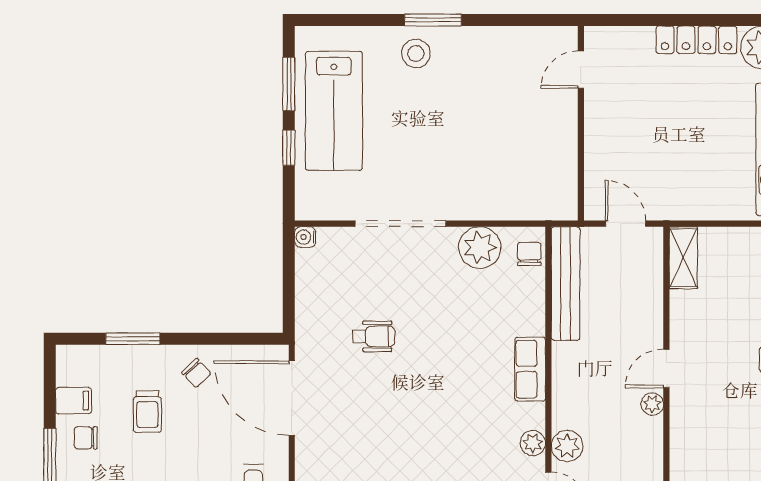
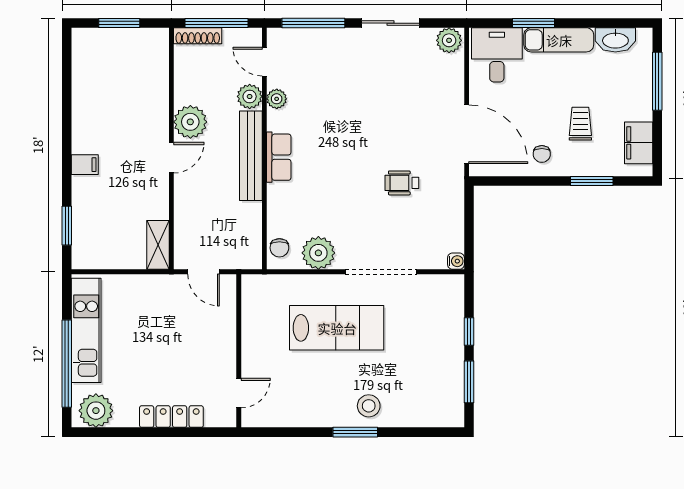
locker: (696, 40) -> (171, 417), moved
lab bench: (334, 111) -> (337, 328), moved, turned 90
bench: (566, 284) -> (251, 156), moved
chair: (196, 373) -> (542, 154), turned -137
filing cabinet: (74, 401) -> (639, 143), width x2.00
plant: (652, 404) -> (190, 122), width x1.88, depth x1.88
chair: (86, 438) -> (629, 103), removed

